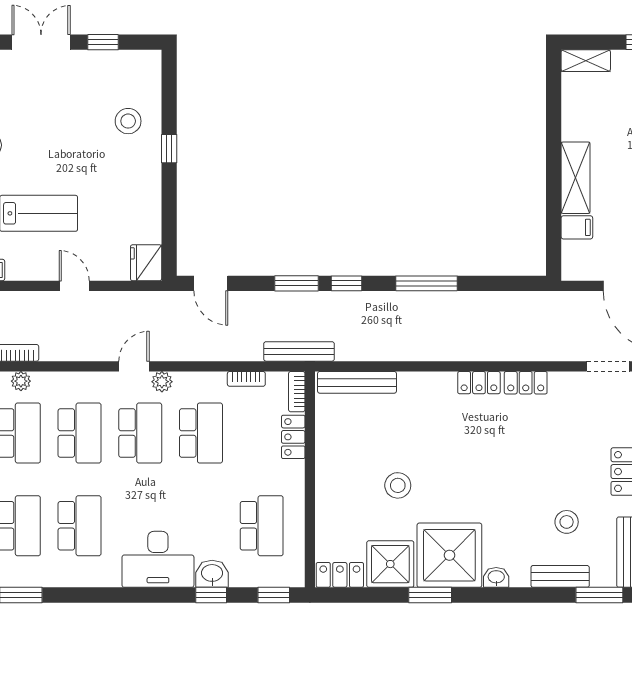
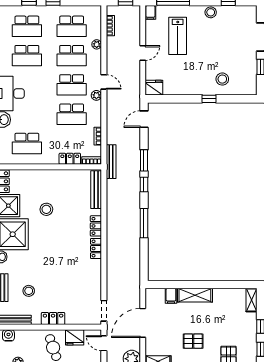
plant: (21, 381) -> (97, 44), moved
locker: (526, 383) -> (96, 226), moved

